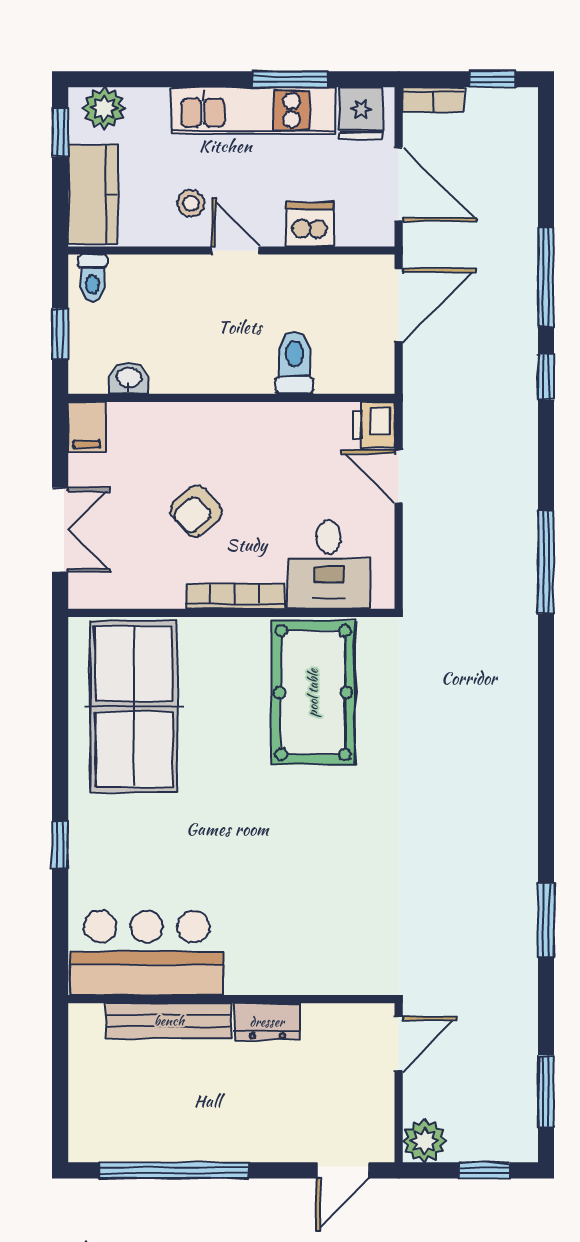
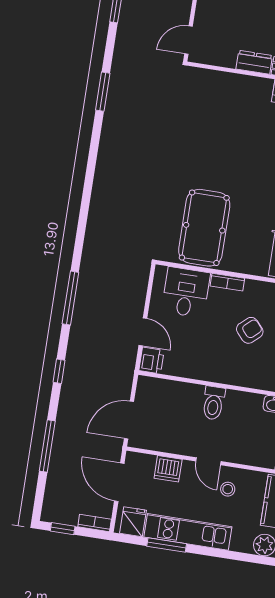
window: (546, 277) -> (47, 446), moved
toilet: (295, 363) -> (213, 403), moved
window: (546, 562) -> (70, 298), moved
bookcase: (235, 596) -> (227, 282), width x0.64

